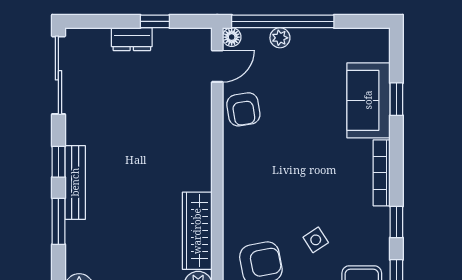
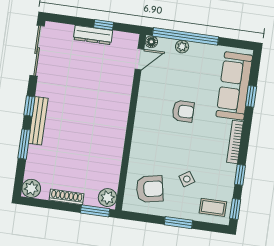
dresser: (132, 39) -> (93, 35), width x1.44
sofa: (368, 100) -> (234, 86), width x1.36
armchair: (243, 109) -> (183, 111), moved, turned -81
wardrobe: (197, 231) -> (112, 163), removed

